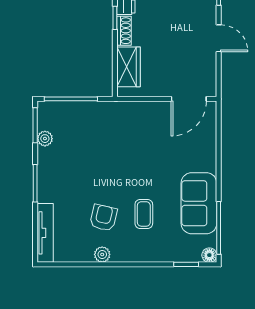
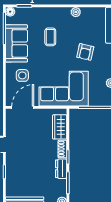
corner sofa: (122, 129) -> (64, 89), added
side table: (189, 151) -> (22, 75), added
armchair: (103, 218) -> (85, 52), moved

